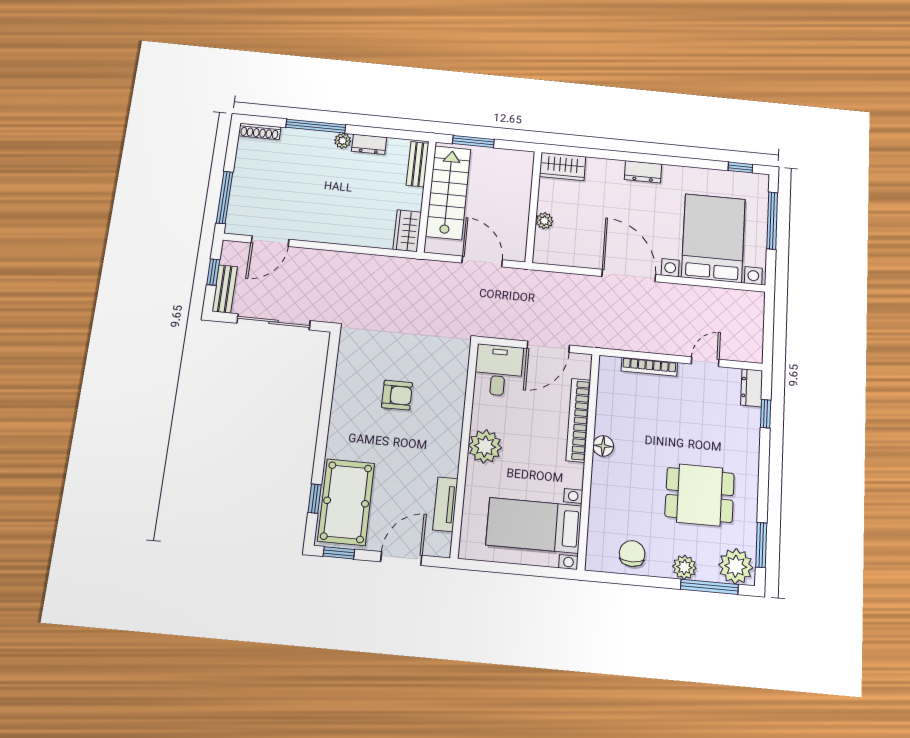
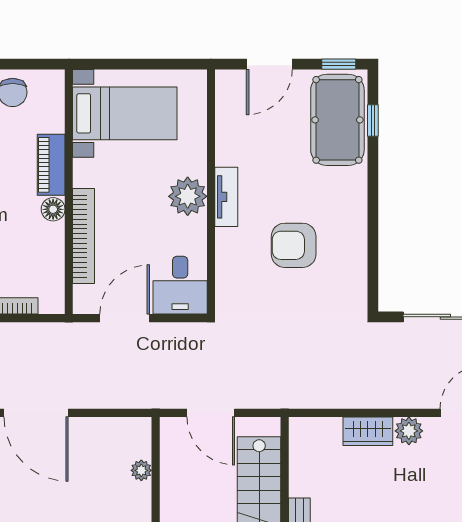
plant: (317, 231) -> (409, 431), added
wardrobe: (407, 231) -> (368, 431), moved, turned 90
armchair: (397, 395) -> (294, 245), width x1.38, depth x1.38
piano: (602, 485) -> (51, 165), added
tv unit: (445, 504) -> (226, 197), moved

